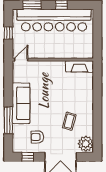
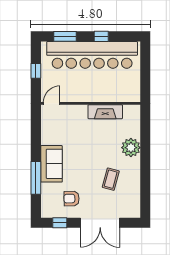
fireplace: (79, 66) -> (105, 112), moved
sofa: (21, 103) -> (52, 164), width x0.73
plant: (86, 144) -> (131, 148), moved

